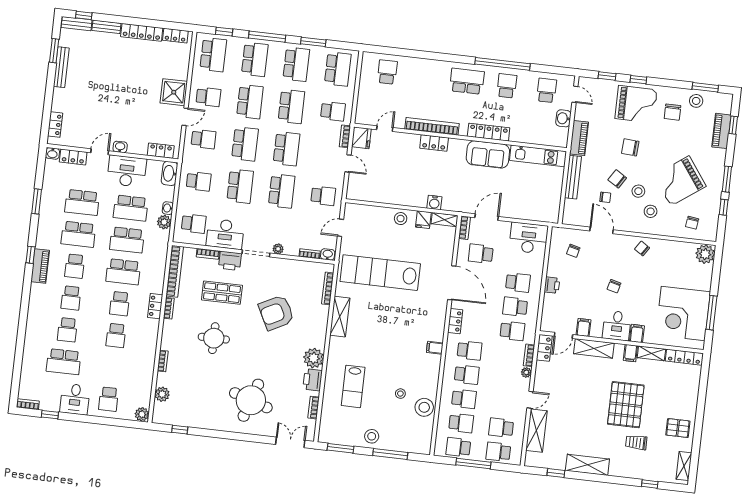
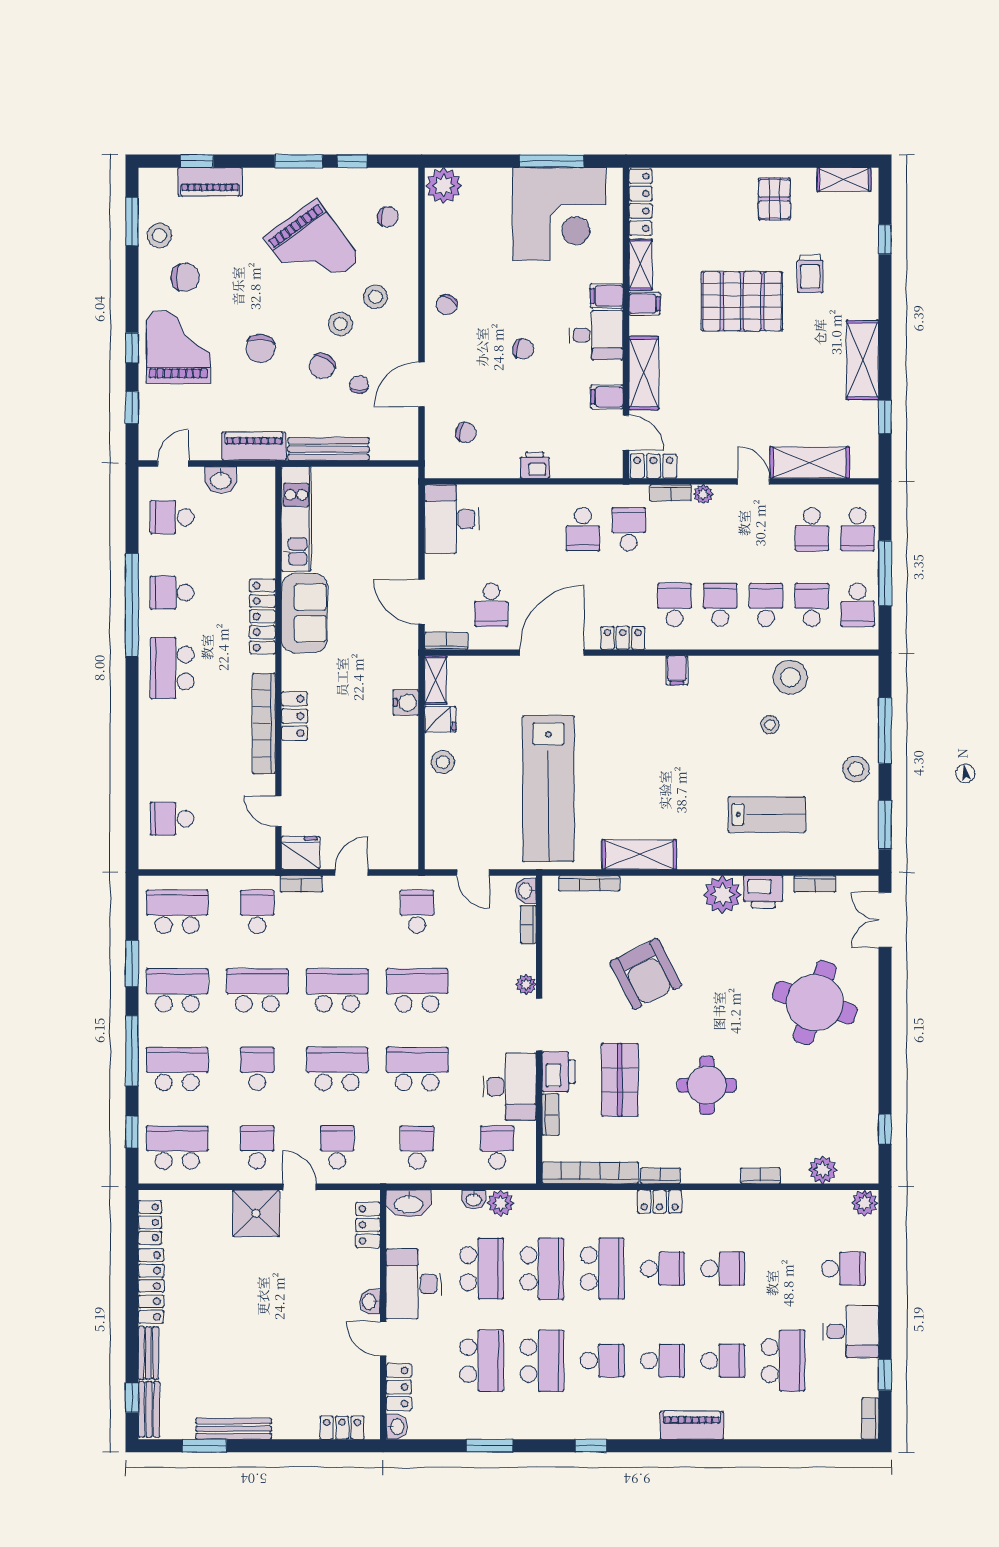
school desk: (250, 102) -> (257, 1069), width x0.54
piano: (40, 266) -> (692, 1425), moved
school desk: (518, 283) -> (537, 529), removed

